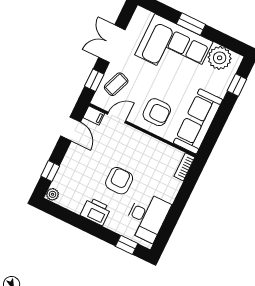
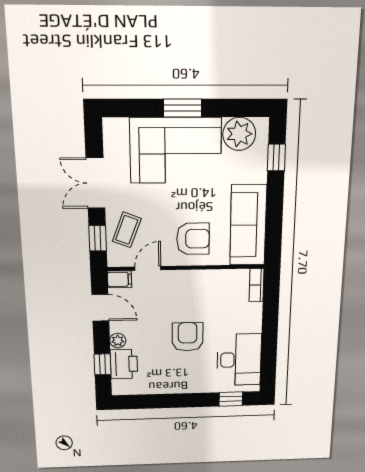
plant: (53, 194) -> (118, 341), moved
printer: (96, 211) -> (124, 364), moved, turned 90

